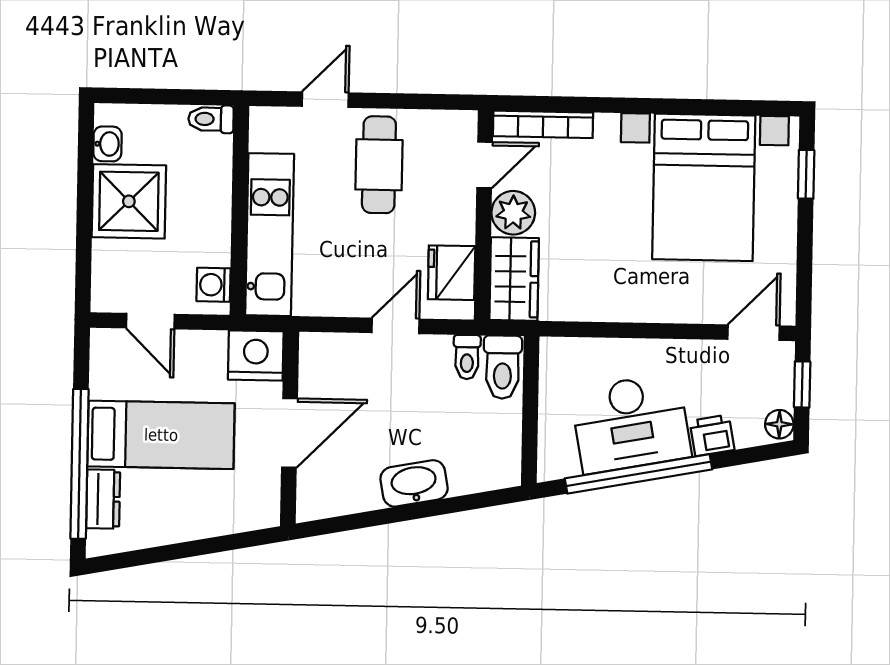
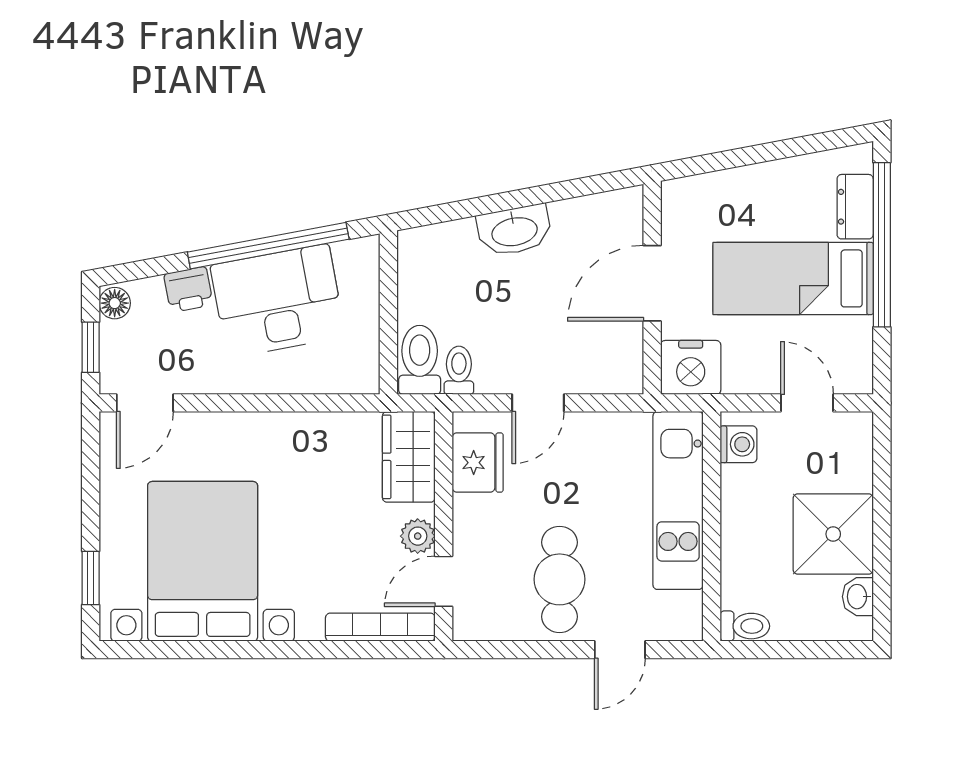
plant: (513, 213) -> (418, 536), width x0.73, depth x0.73

